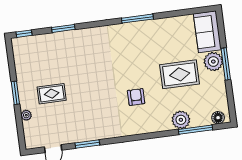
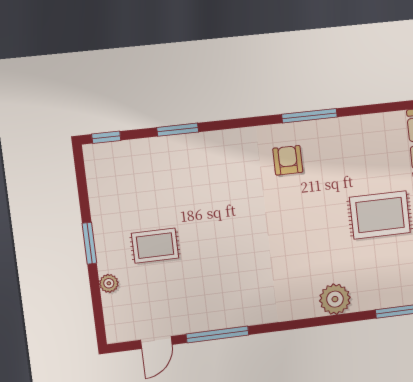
armchair: (136, 97) -> (288, 160), moved
plant: (181, 120) -> (335, 299), moved
window: (87, 144) -> (217, 335), width x1.44

